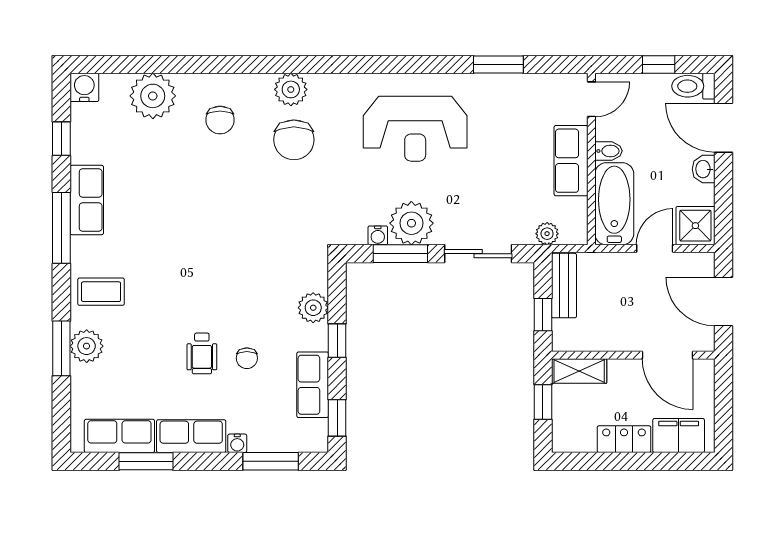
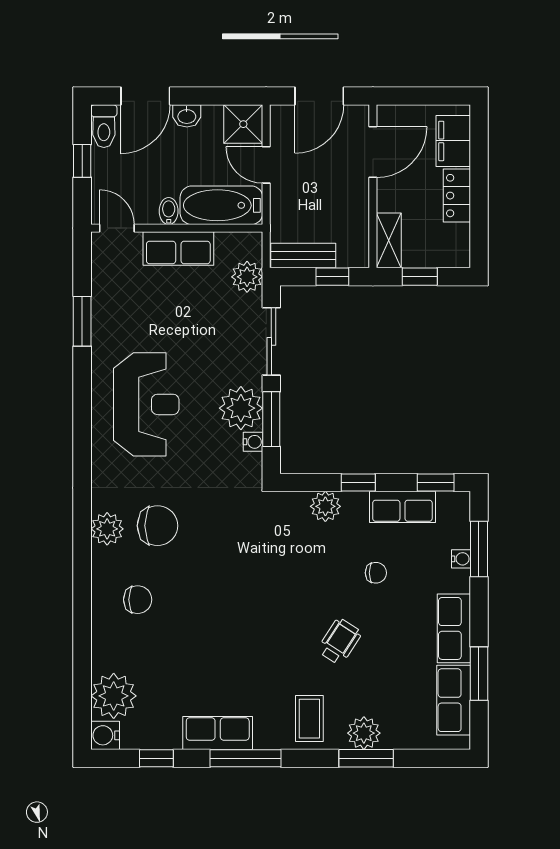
plant: (153, 96) -> (114, 696), moved
plant: (547, 234) -> (247, 277), width x1.38, depth x1.38
wheelchair: (202, 353) -> (339, 641), moved, turned -57
water cooler: (237, 443) -> (461, 559), moved

